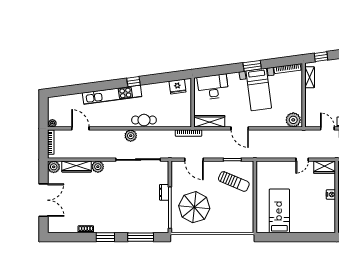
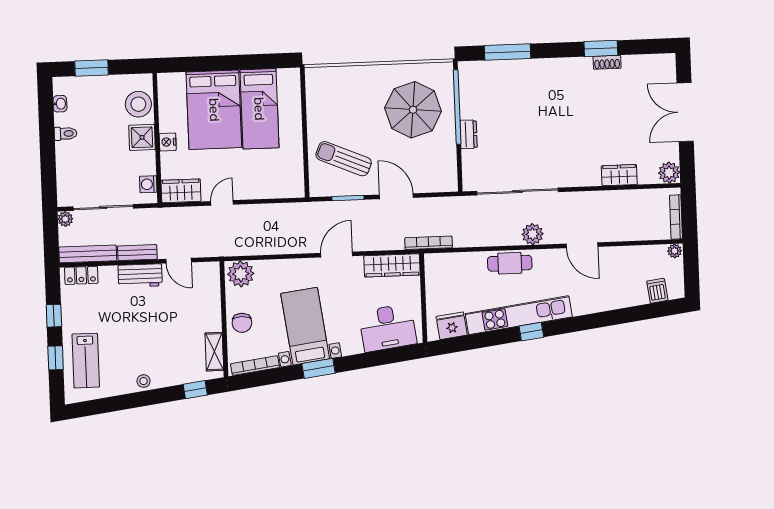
chair: (294, 93) -> (242, 323), added
kitchen unit: (112, 95) -> (519, 315), moved
dishwasher: (63, 102) -> (657, 291), added
door: (80, 128) -> (582, 245), moved
door: (240, 128) -> (337, 255), hinge flipped
door: (194, 160) -> (396, 196), moved
wardrobe: (77, 166) -> (619, 175), width x0.67
plant: (98, 167) -> (590, 176), removed
bed: (305, 211) -> (214, 110), added
window: (105, 237) -> (601, 48), moved

